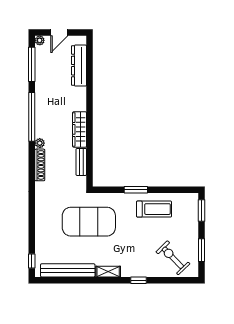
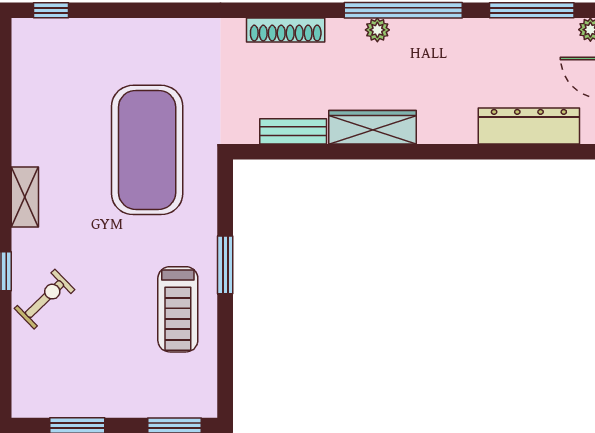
plant: (40, 143) -> (377, 30), moved
exercise bike: (173, 258) -> (45, 299), moved, width x0.73, depth x0.72
bench: (68, 270) -> (28, 98), removed

